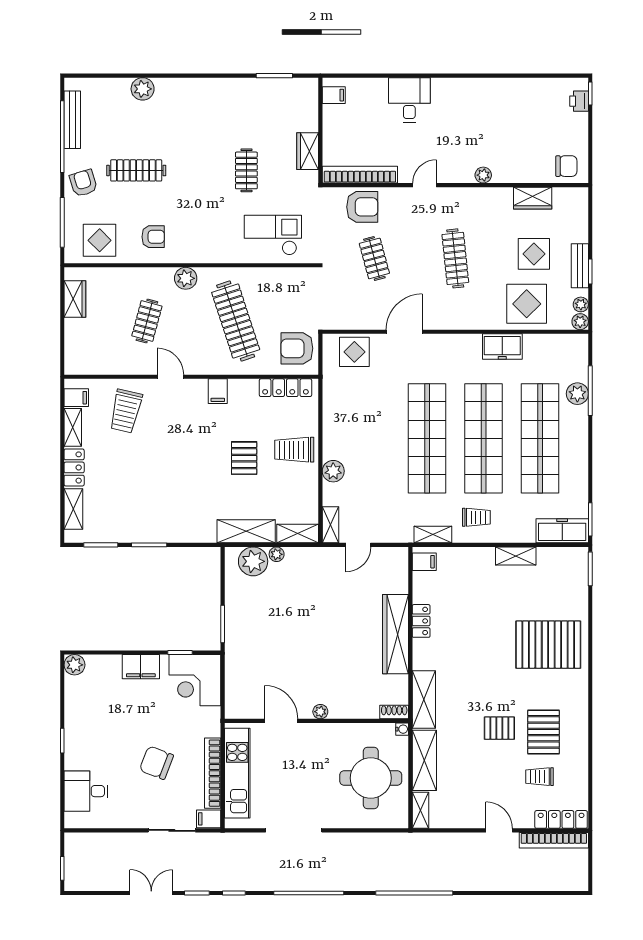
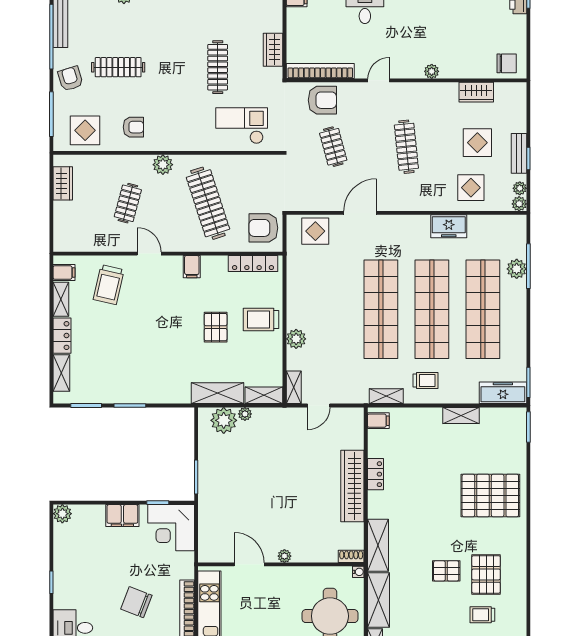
clothes rail: (246, 170) -> (218, 67), width x1.36
display table: (527, 304) -> (471, 188), width x0.73, depth x0.73

